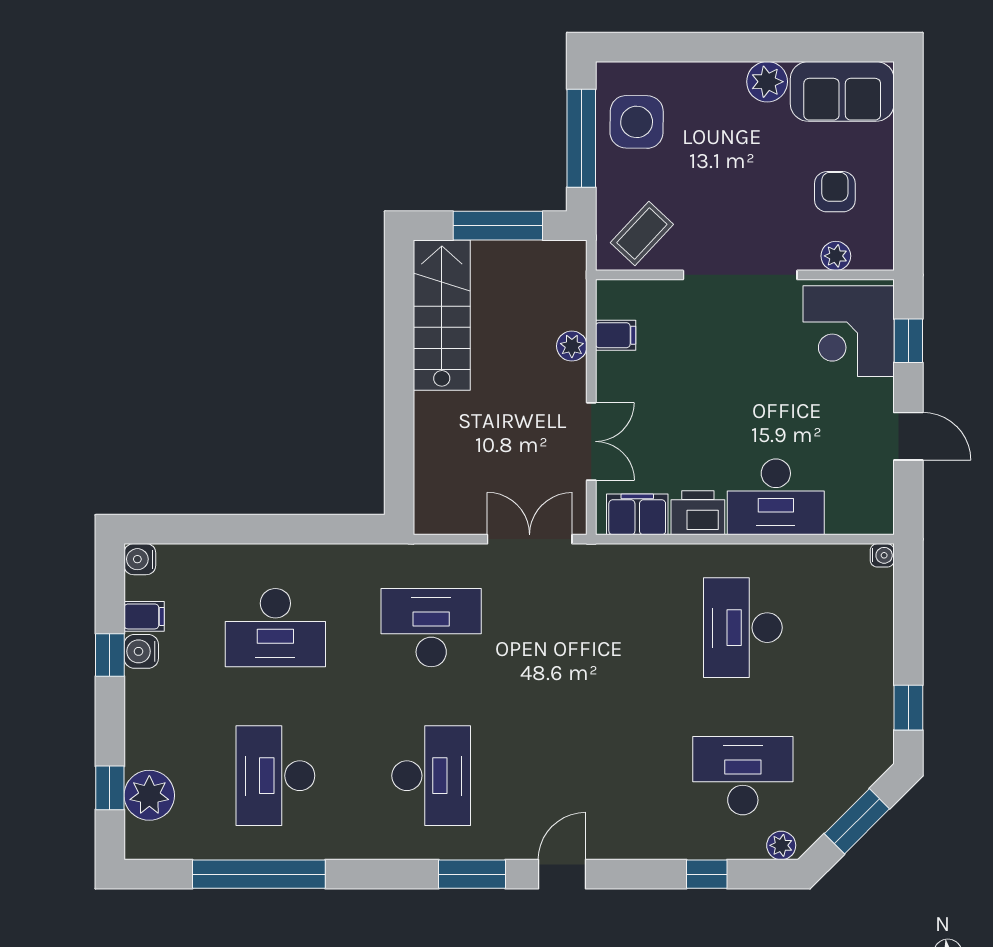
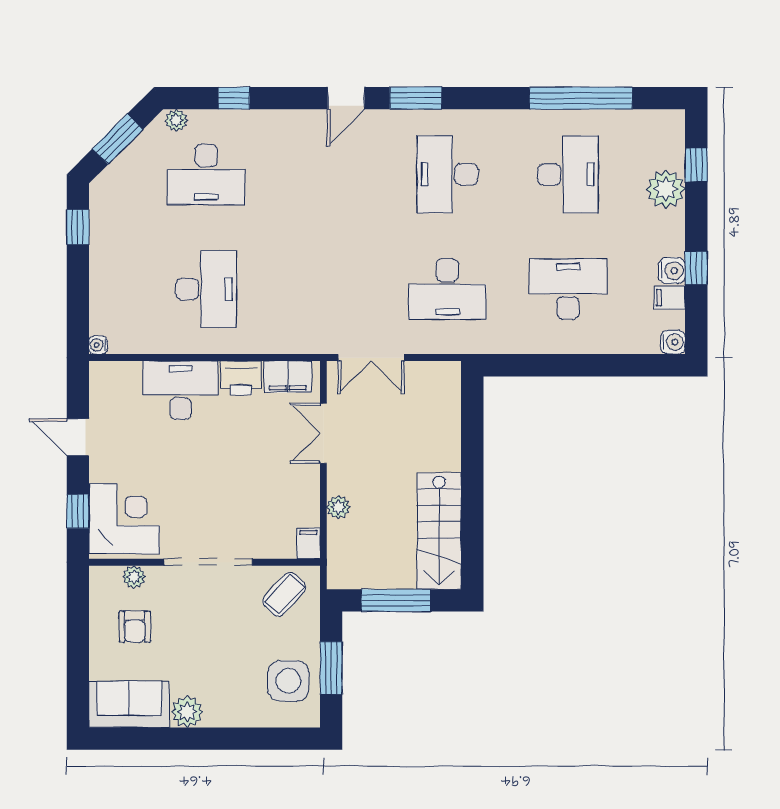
window: (581, 138) -> (331, 668), width x0.69
filing cabinet: (616, 335) -> (308, 543), moved, turned 90
plant: (149, 795) -> (666, 189), moved

